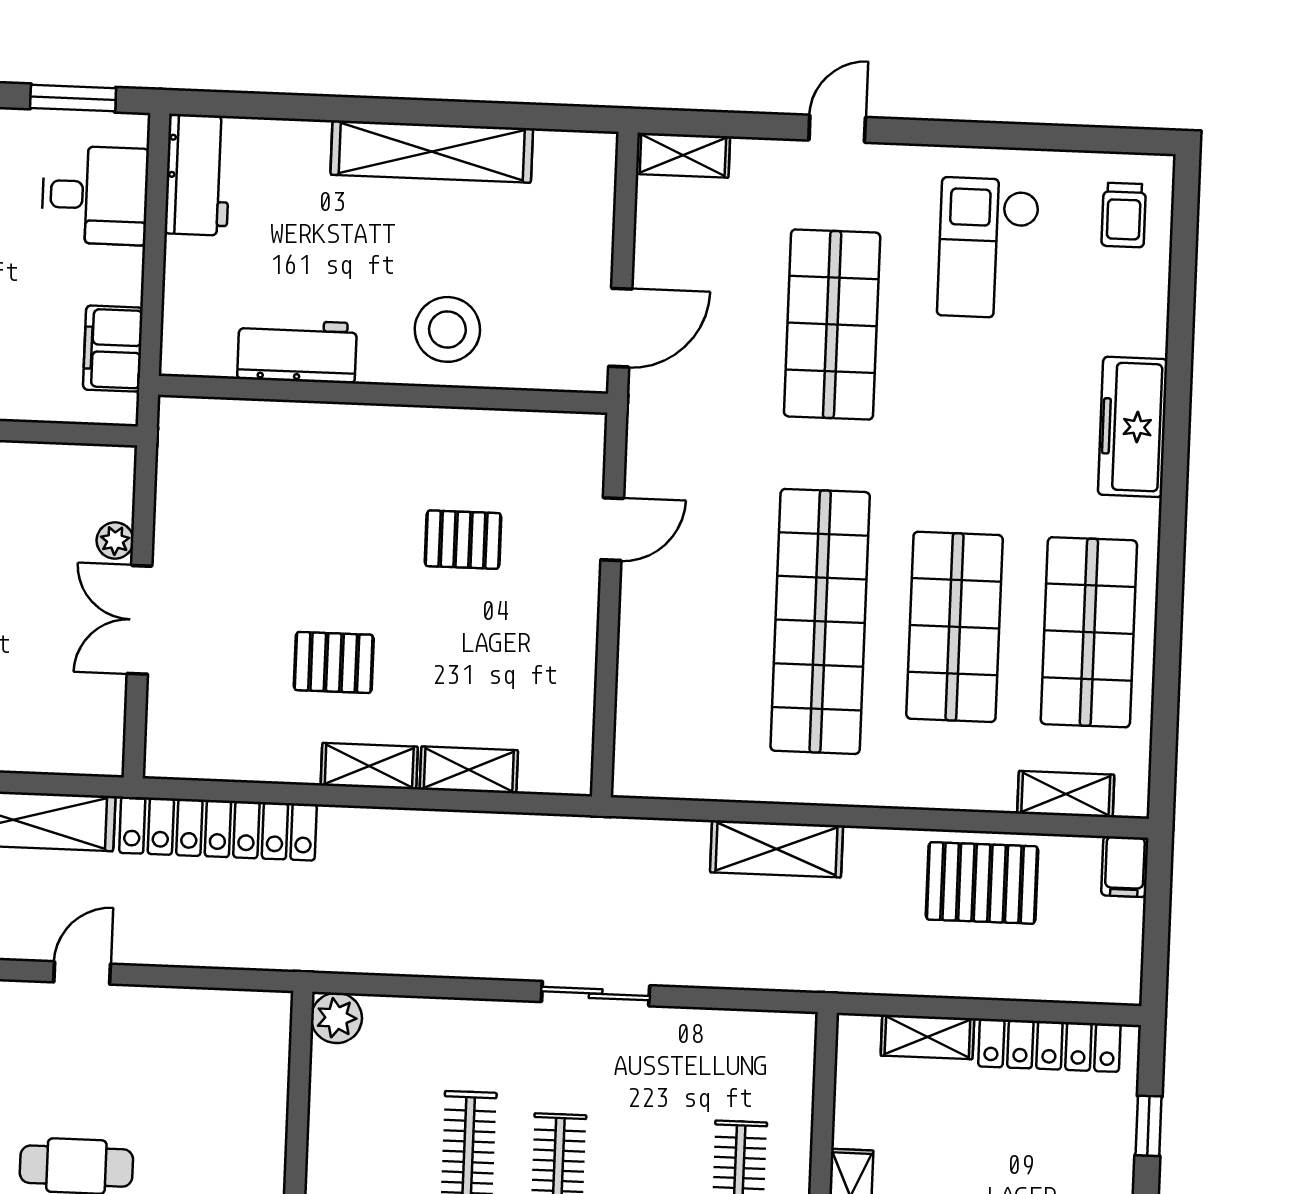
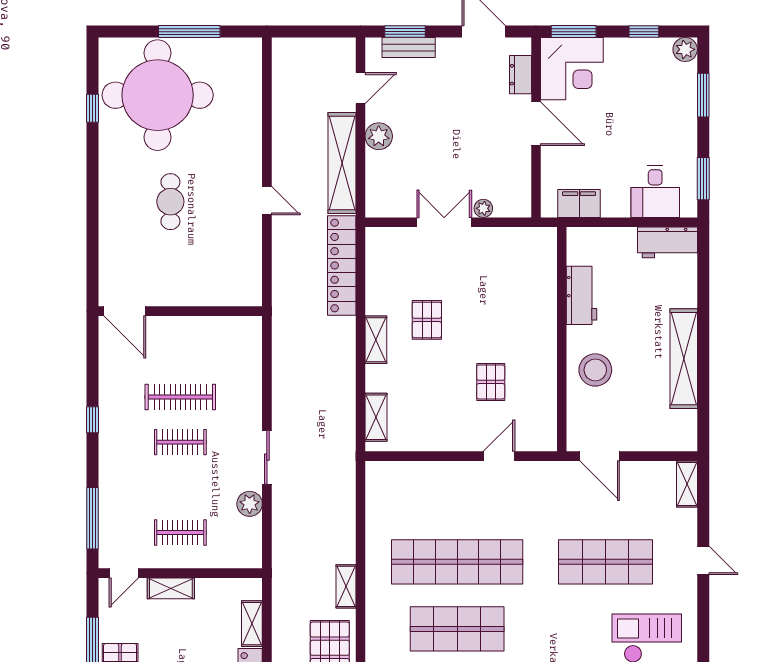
door: (612, 529) -> (499, 456), swing flipped
shelving: (469, 770) -> (376, 417), moved
shelving: (777, 849) -> (346, 586), moved, width x0.67, depth x0.75
plant: (336, 1018) -> (250, 504), moved

